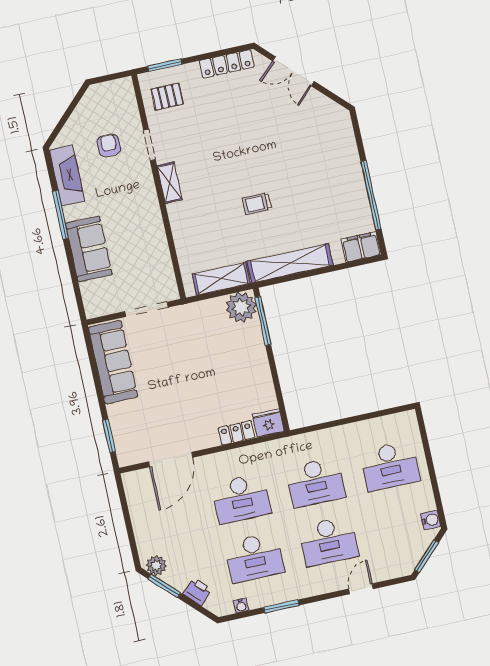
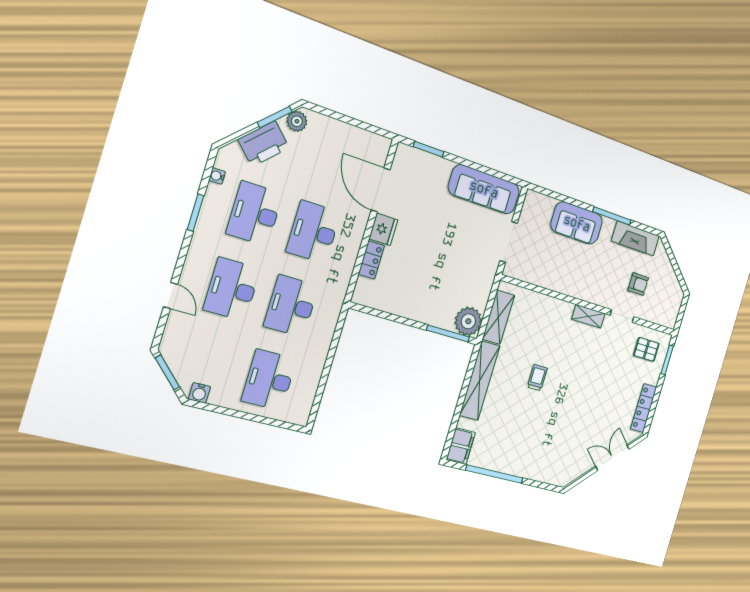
pallet: (167, 97) -> (646, 349), turned 90
fridge: (268, 423) -> (383, 229), moved
printer: (197, 592) -> (264, 144), width x1.87, depth x1.48

